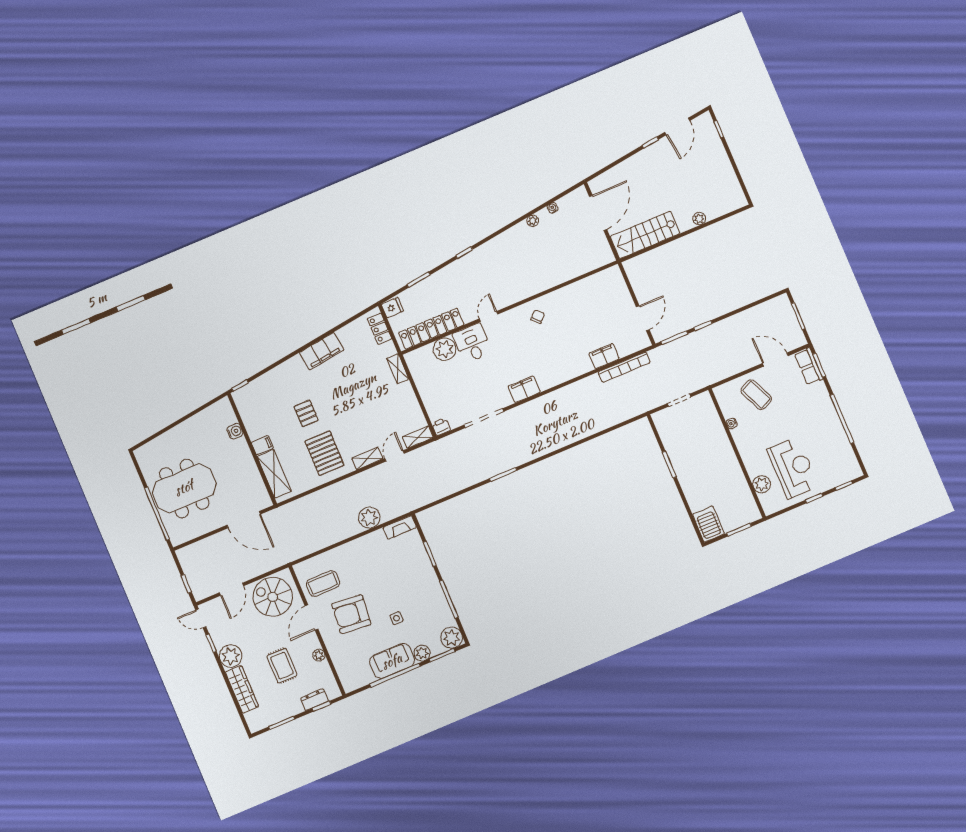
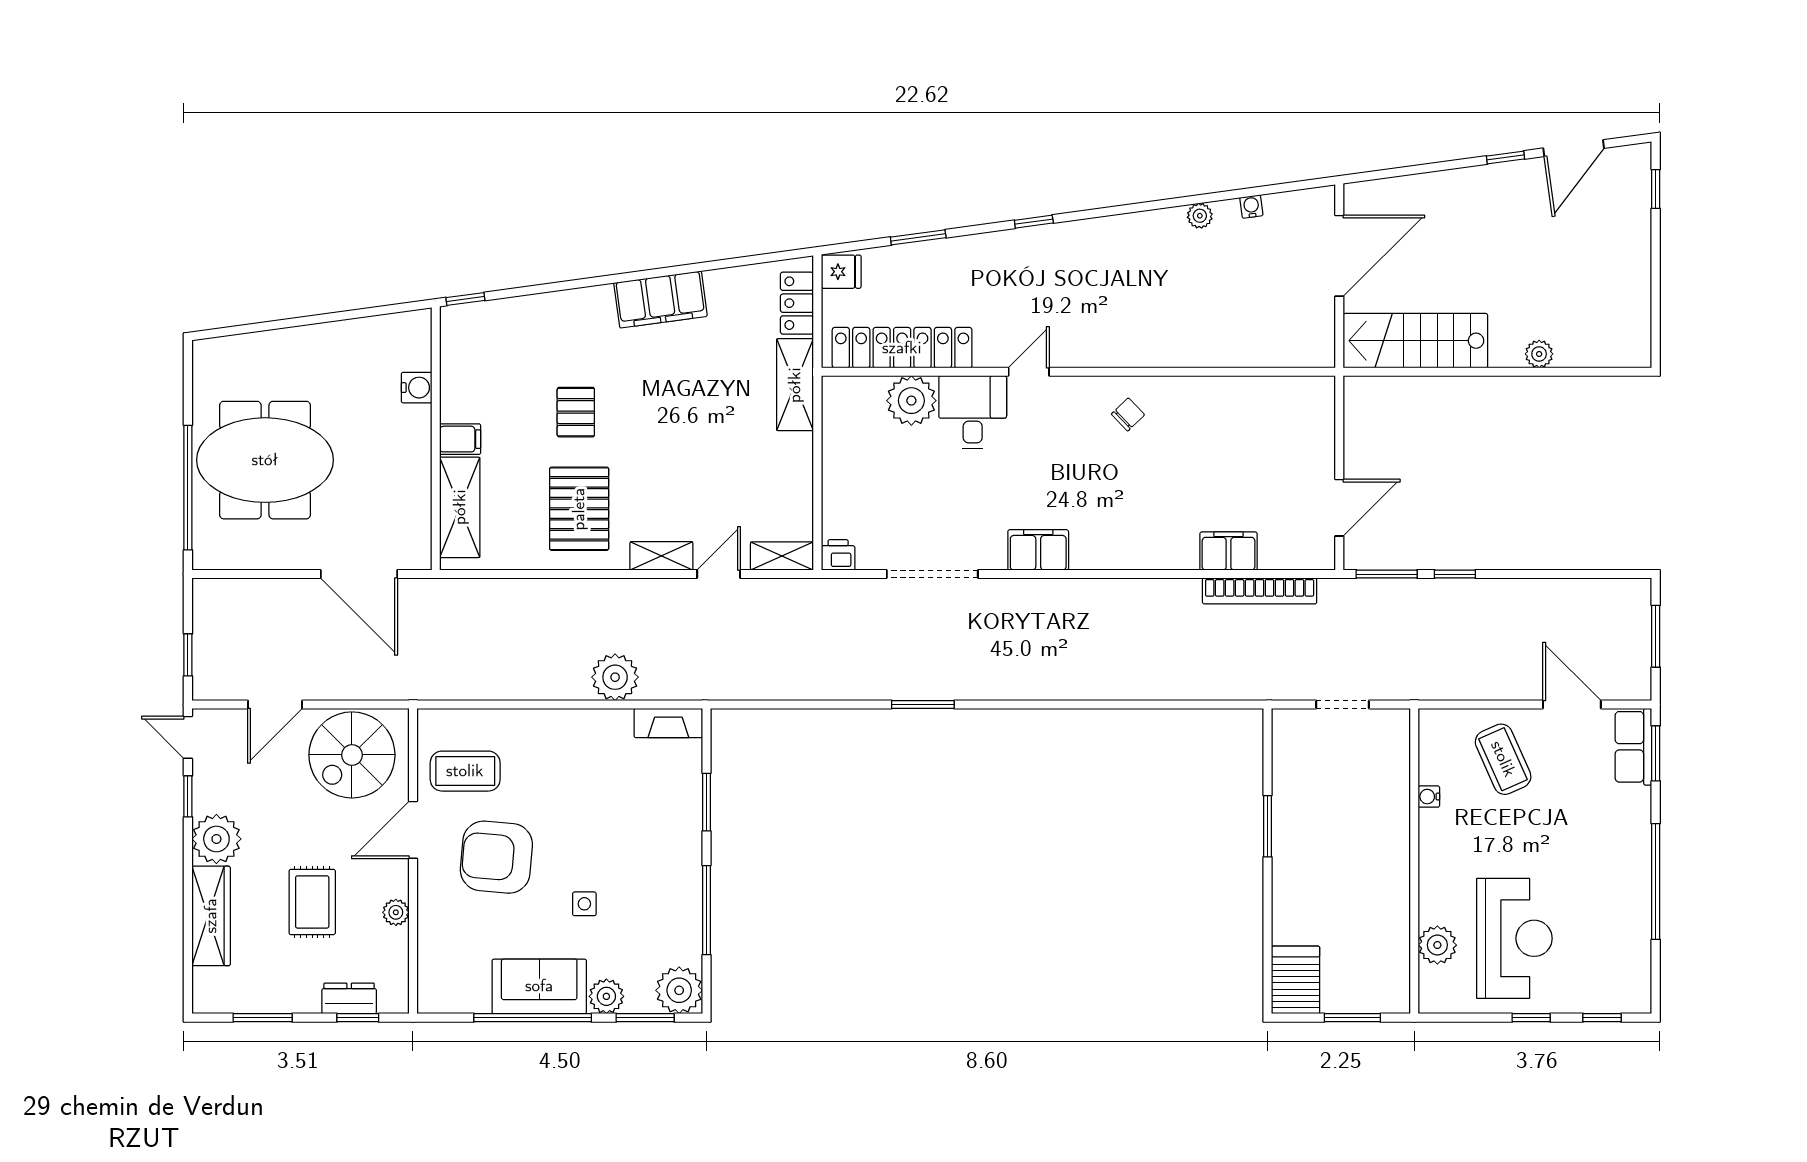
shelving: (398, 369) -> (795, 385), width x1.50, depth x1.33
spiral stairs: (273, 597) -> (352, 755), turned -90

